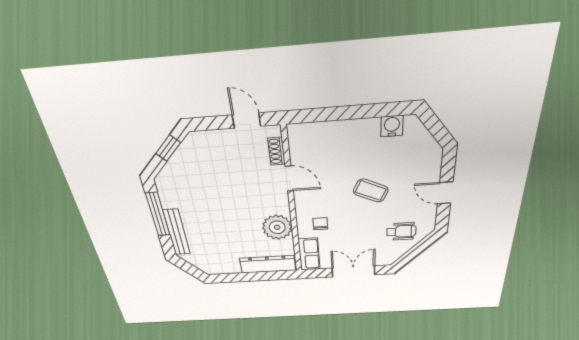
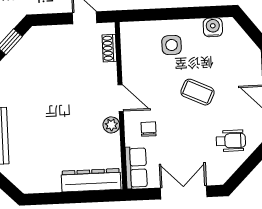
side table: (345, 146) -> (172, 45), added
door: (289, 179) -> (121, 98), moved
plant: (277, 227) -> (111, 125), width x0.53, depth x0.53

